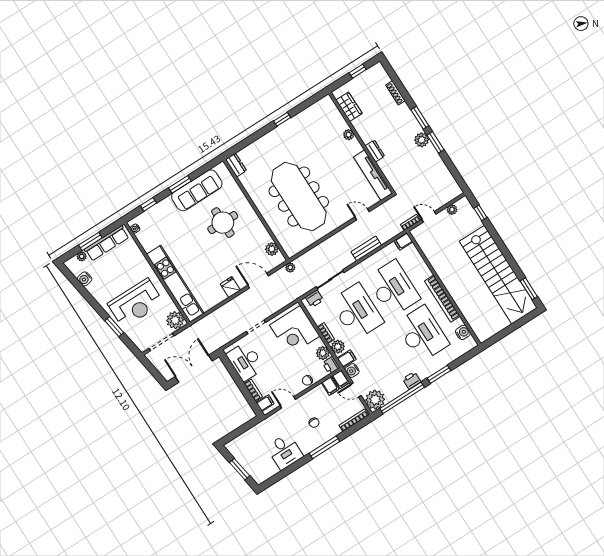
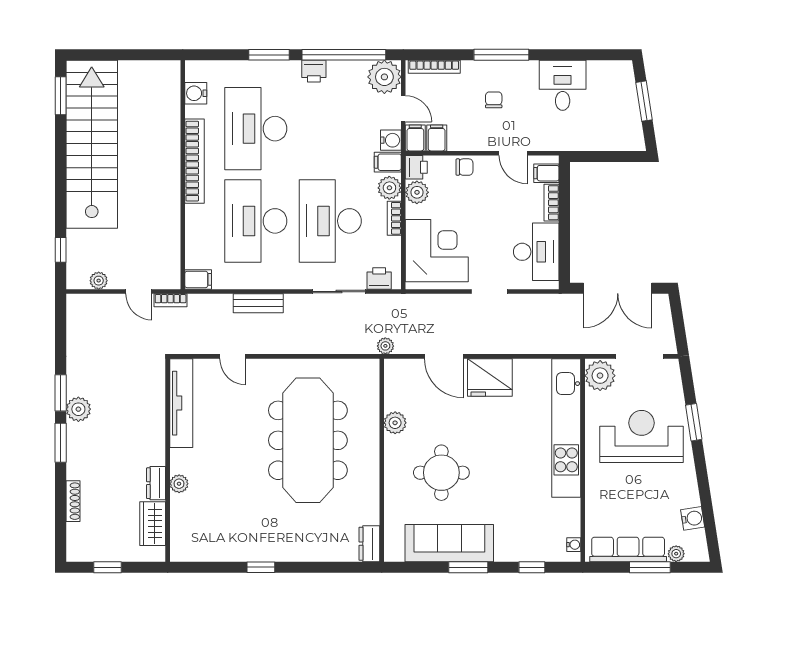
dresser: (375, 151) -> (156, 483), moved
plant: (272, 249) -> (395, 423), moved
fridge: (230, 287) -> (490, 377), width x1.88, depth x1.34

